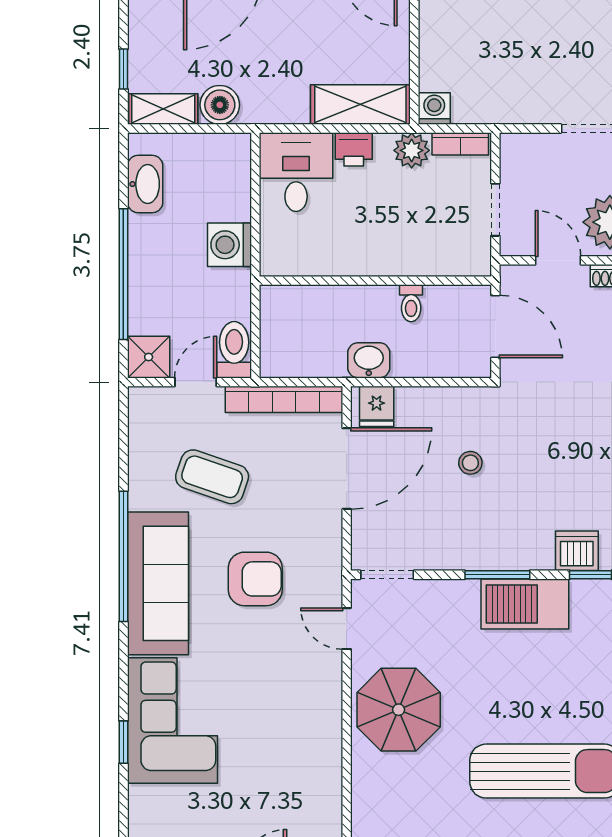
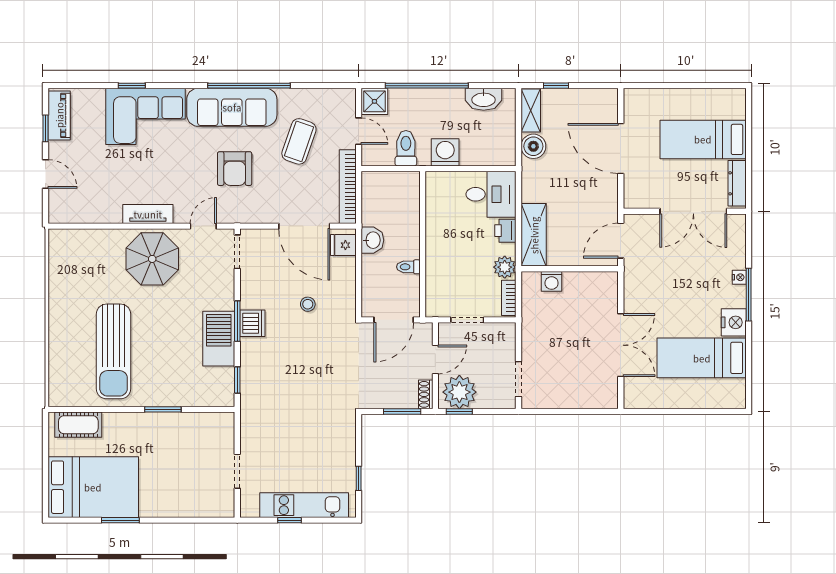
washing machine: (434, 108) -> (552, 281), moved, turned 90
toilet: (234, 350) -> (406, 148), moved, turned -90
dishwasher: (577, 551) -> (252, 323), moved
tv unit: (327, 716) -> (148, 214), added

